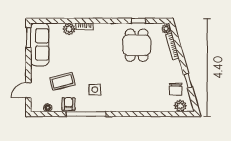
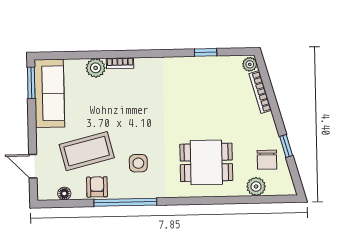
dining table: (137, 45) -> (206, 162), moved, turned 90
coffee table: (62, 81) -> (87, 151), width x1.36, depth x1.32
door: (28, 90) -> (33, 166), hinge flipped
plant: (180, 106) -> (256, 186), moved

